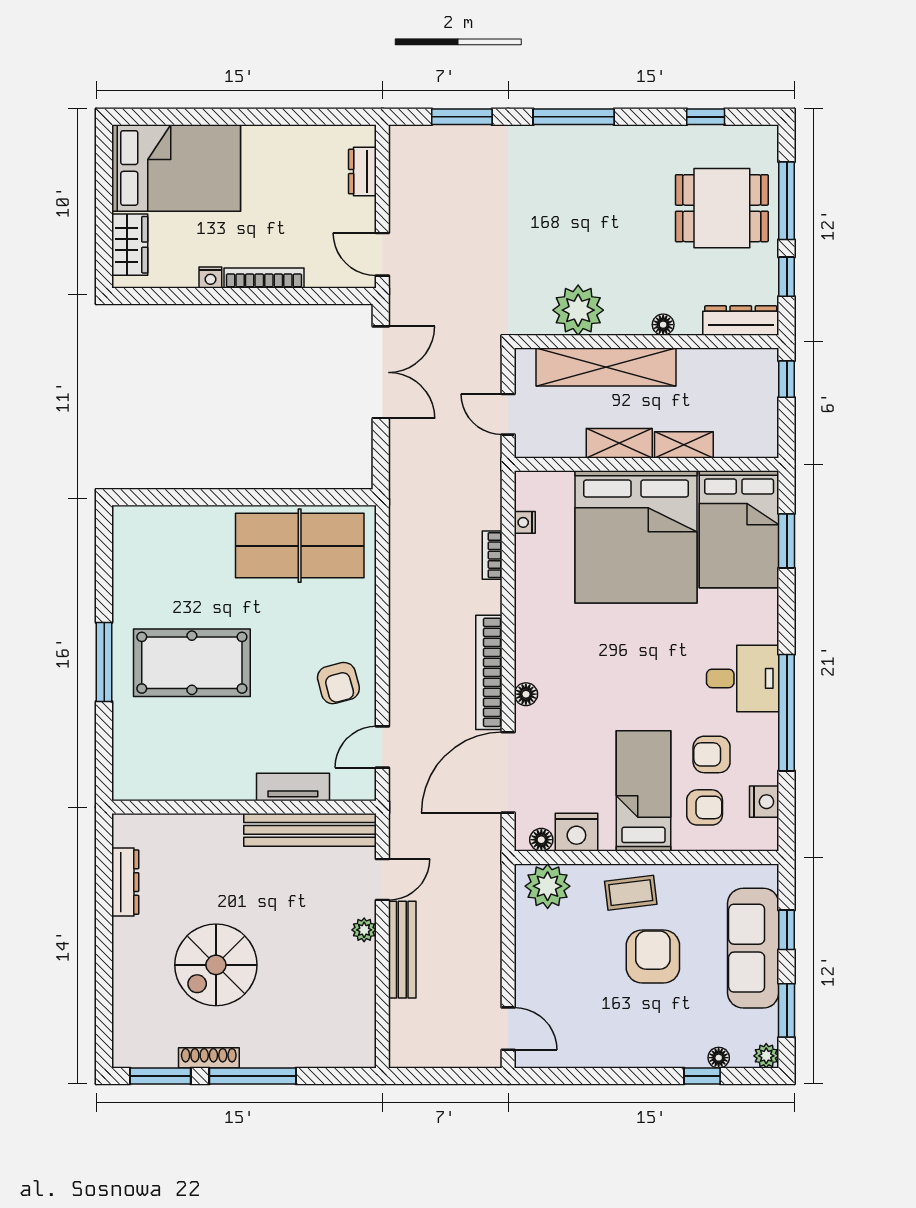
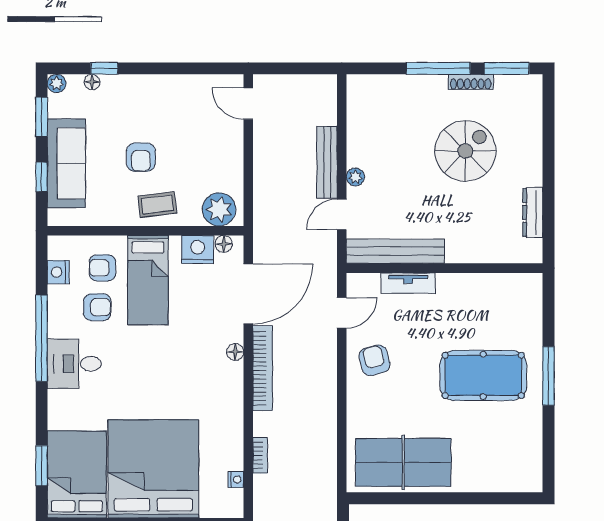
armchair: (653, 956) -> (141, 157), width x0.72, depth x0.72

